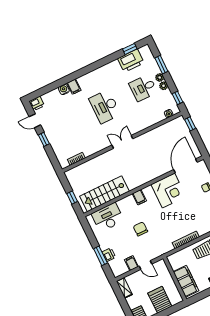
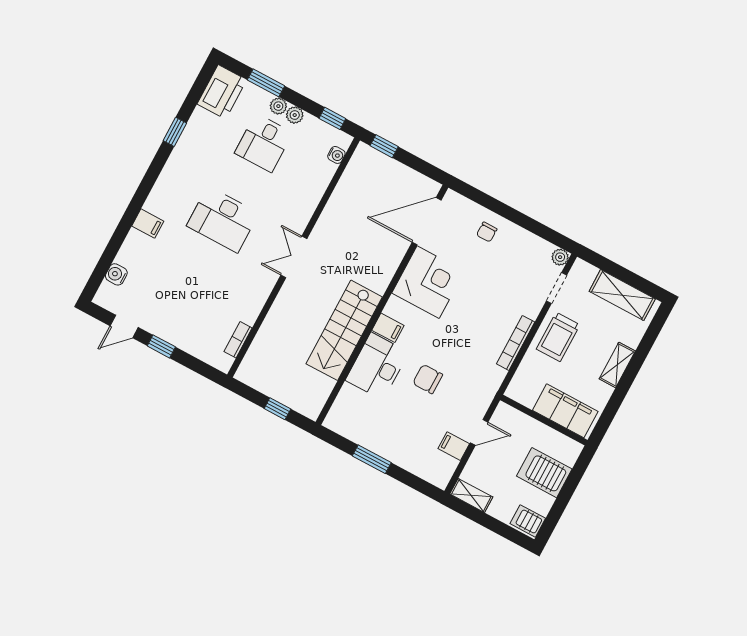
window: (130, 49) -> (175, 132), moved
printer: (131, 61) -> (222, 92), moved
water cooler: (64, 89) -> (116, 274), moved
printer: (37, 104) -> (107, 296), removed
door: (185, 166) -> (427, 221), hinge flipped
stairs: (105, 194) -> (344, 330), moved
desk: (108, 217) -> (377, 366), moved
printer: (109, 255) -> (406, 459), removed
window: (100, 256) -> (372, 459), moved

